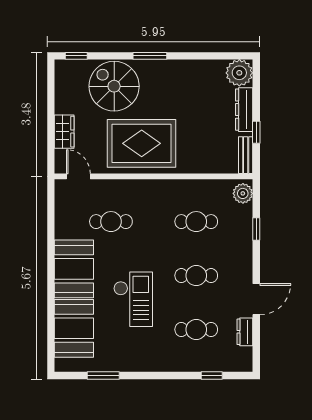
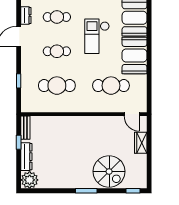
rug: (142, 143) -> (92, 135), removed
plant: (243, 193) -> (27, 103), removed
cafe table: (111, 222) -> (111, 86), width x1.37, depth x1.35
cafe table: (196, 222) -> (57, 86), width x1.37, depth x1.35

